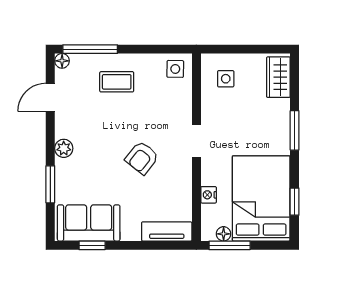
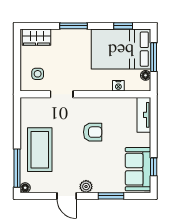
side table: (175, 69) -> (31, 109), removed
coffee table: (117, 82) -> (40, 150), width x1.86, depth x1.72
door: (50, 97) -> (67, 196), moved
doorway: (196, 141) -> (62, 94), moved
armchair: (142, 158) -> (93, 132), turned -38
window: (230, 245) -> (154, 57), moved

